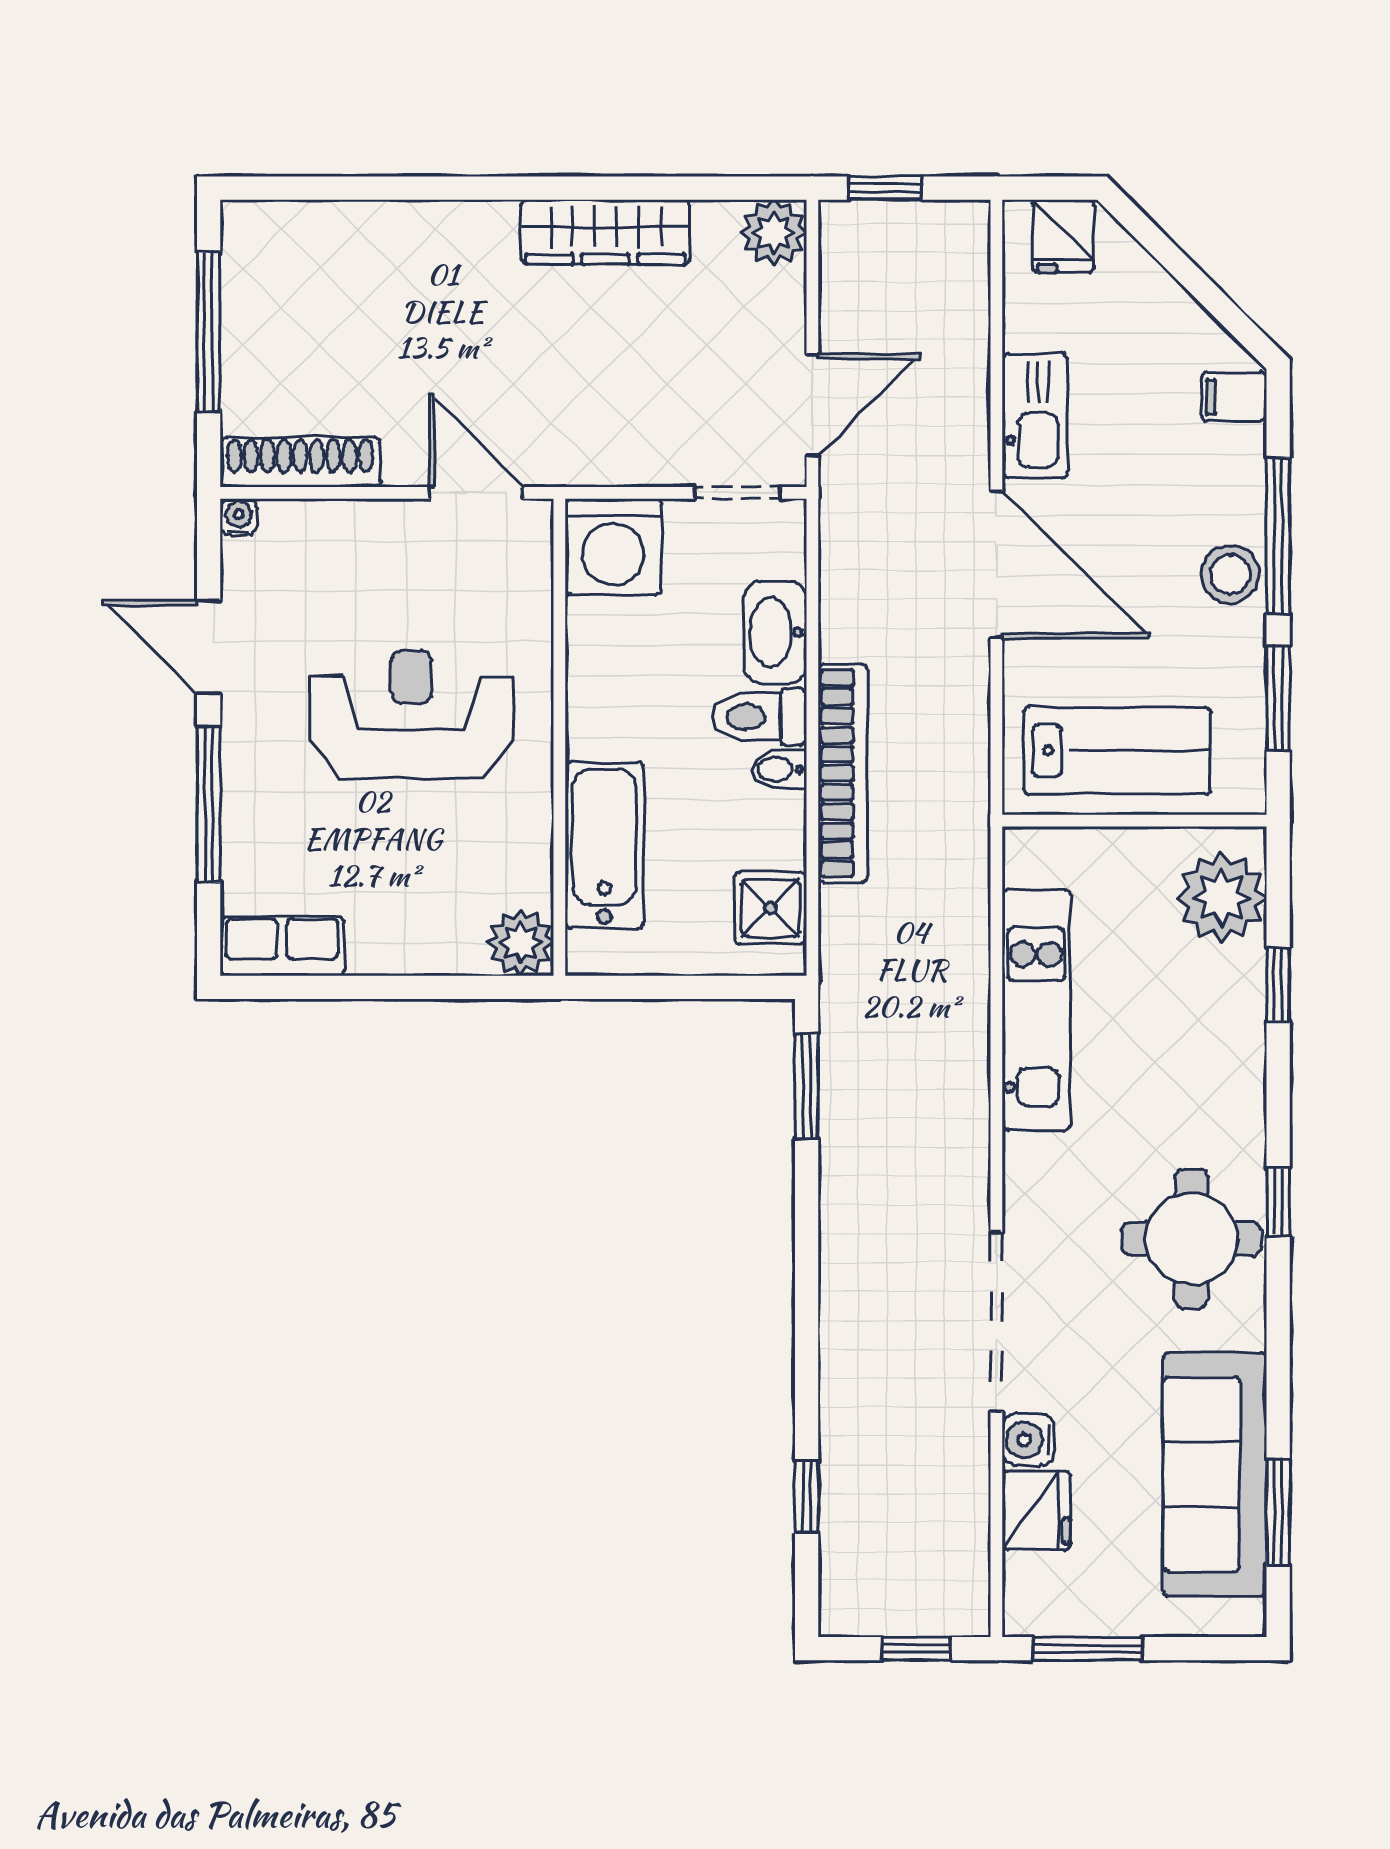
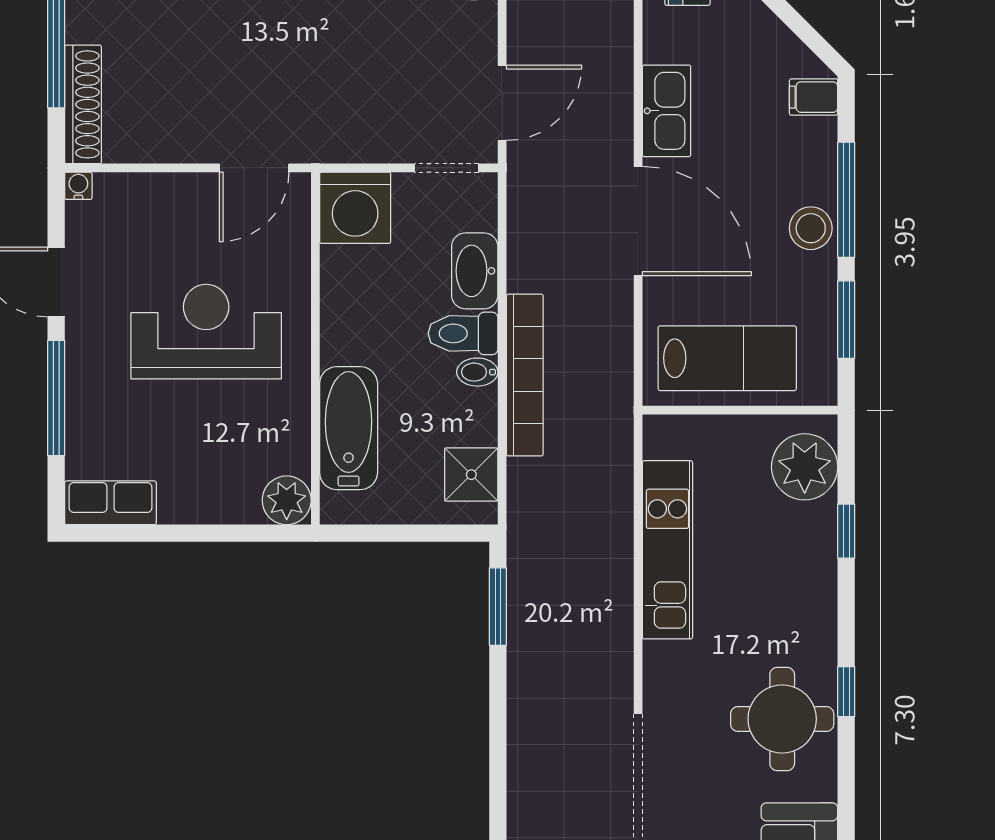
shoe rack: (300, 462) -> (83, 104), moved, turned 90
door: (476, 493) -> (254, 168), swing flipped

